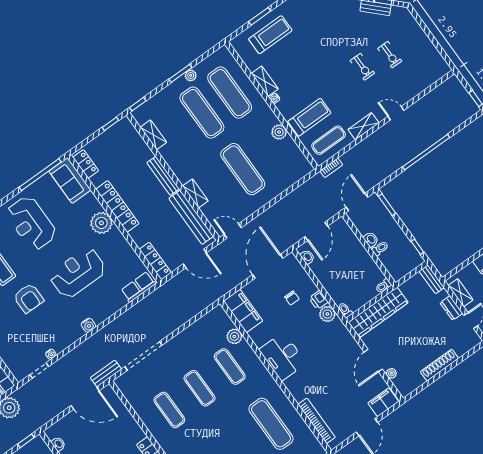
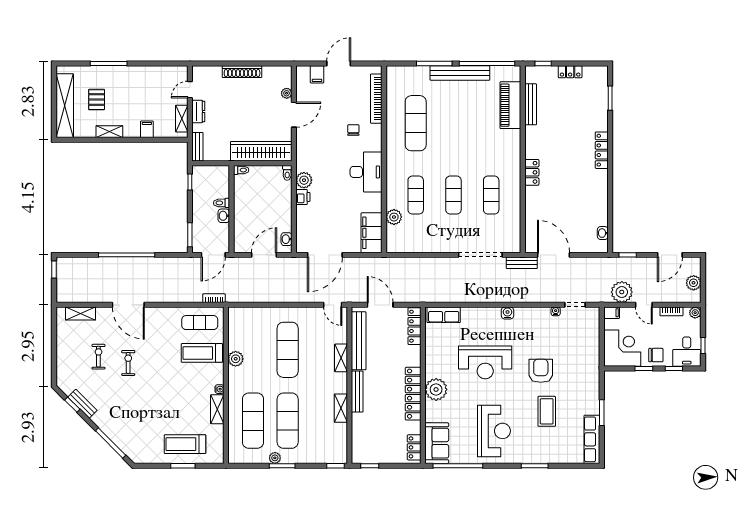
door: (396, 113) -> (128, 305), width x1.87
shelving: (363, 126) -> (80, 314), moved
shelving: (153, 135) -> (341, 408), moved
chair: (292, 298) -> (353, 130), moved
filing cabinet: (383, 402) -> (317, 74), width x0.50

